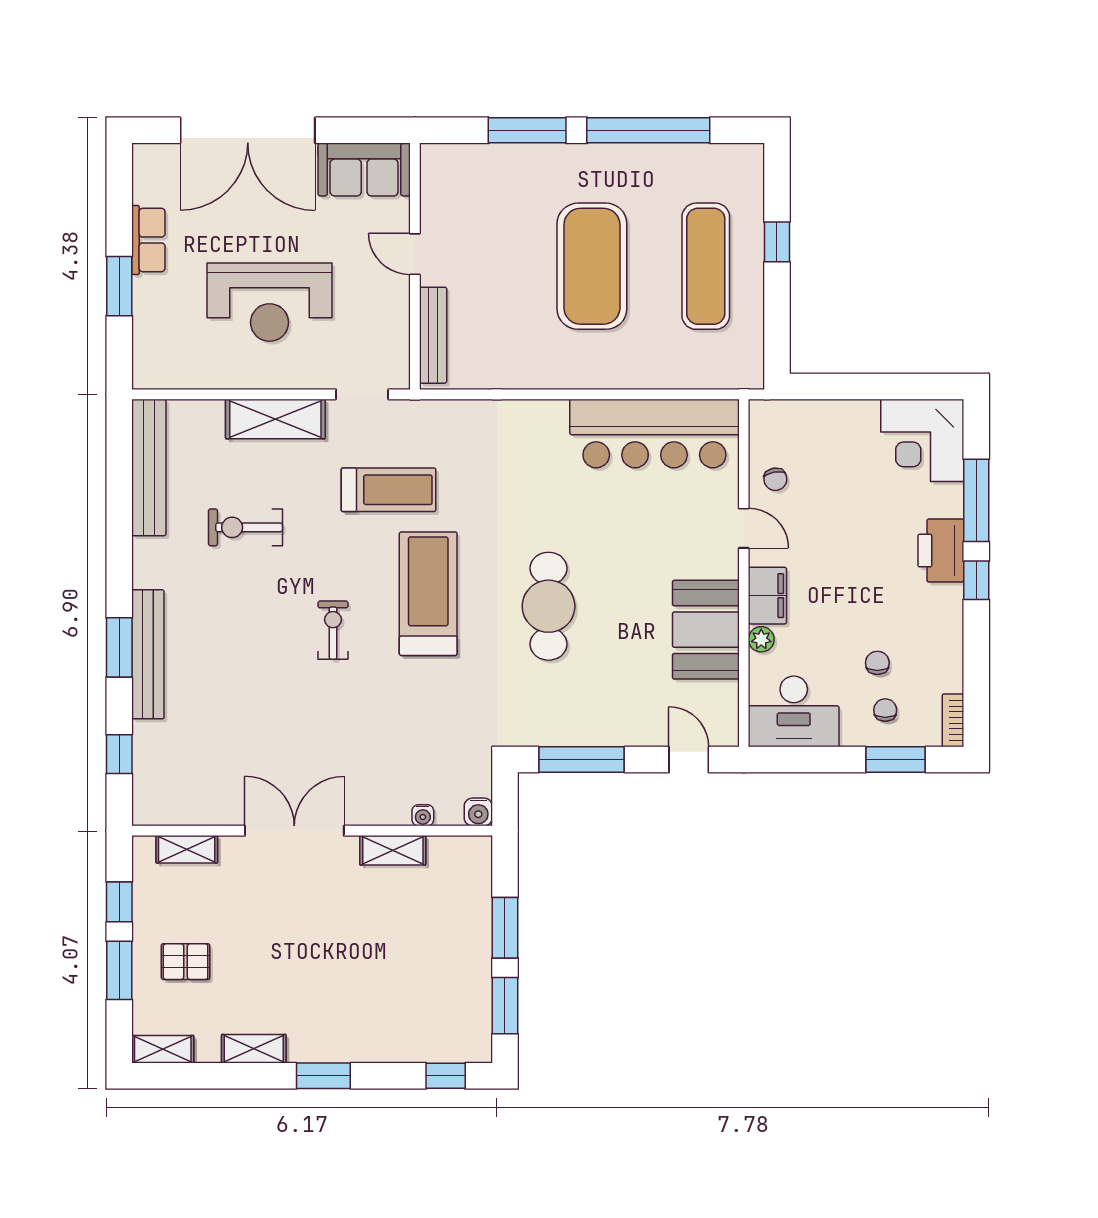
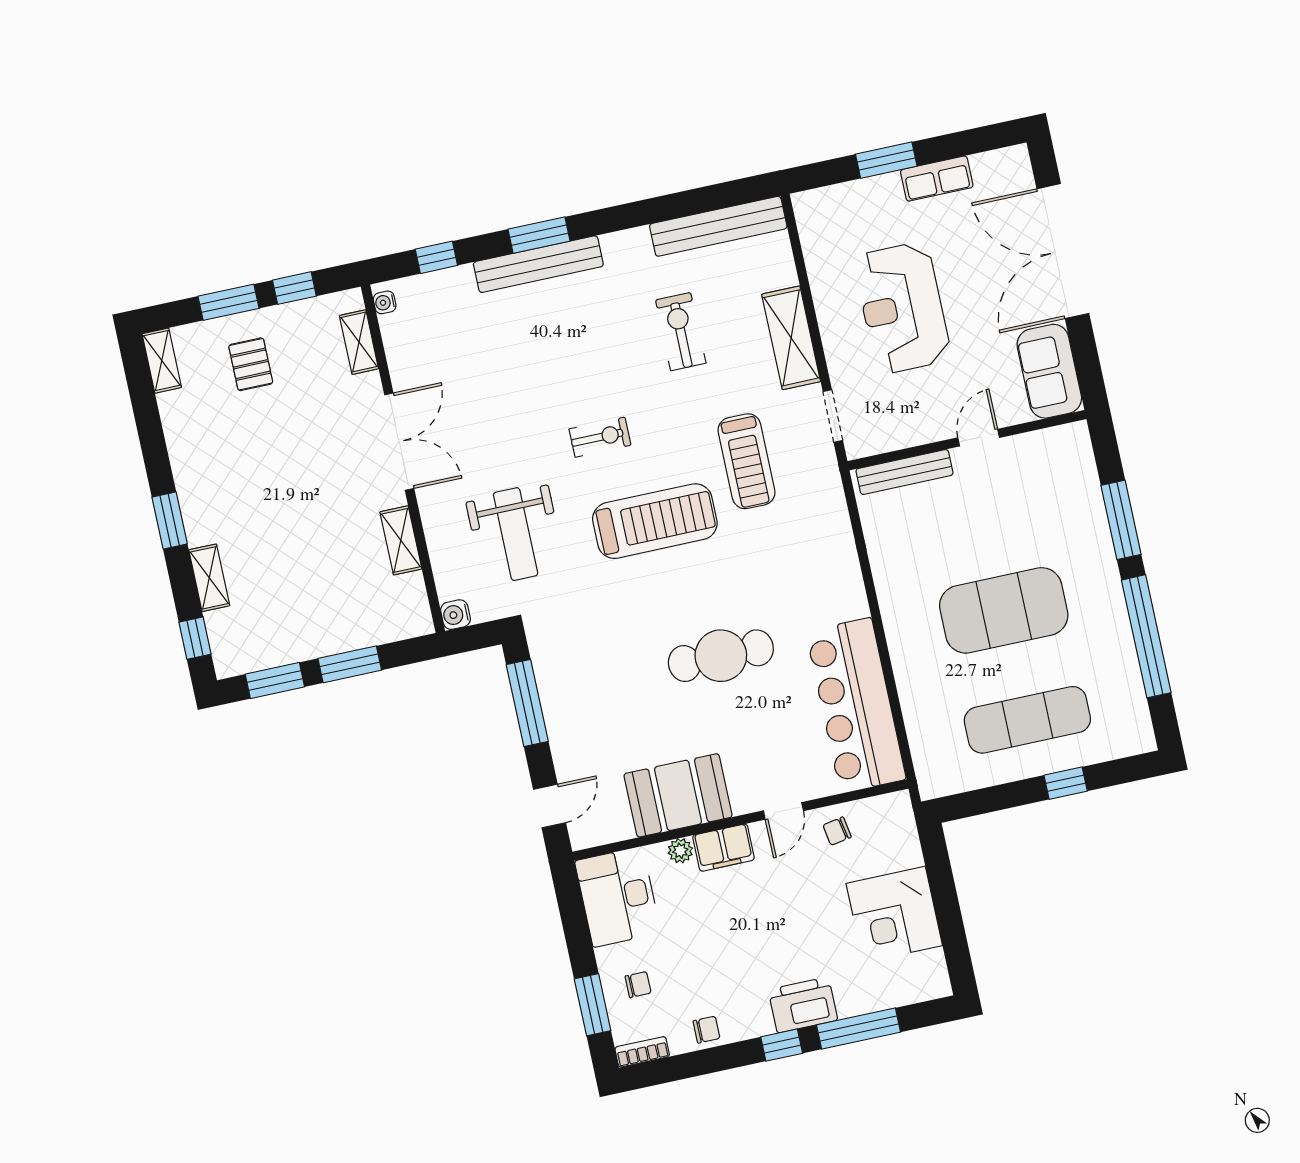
corner desk: (922, 440) -> (894, 914), moved, turned -90
cafe table: (549, 606) -> (721, 656), moved
chair: (877, 663) -> (706, 1030), moved
weight bench: (411, 735) -> (516, 534), added
water cooler: (423, 815) -> (385, 302), moved
shelving: (254, 1049) -> (209, 578), moved

